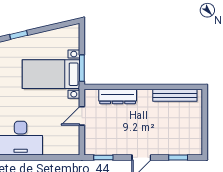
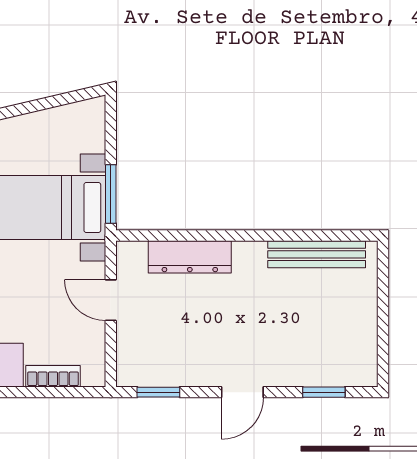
door: (82, 116) -> (111, 300), hinge flipped
bookcase: (56, 150) -> (53, 376), added

